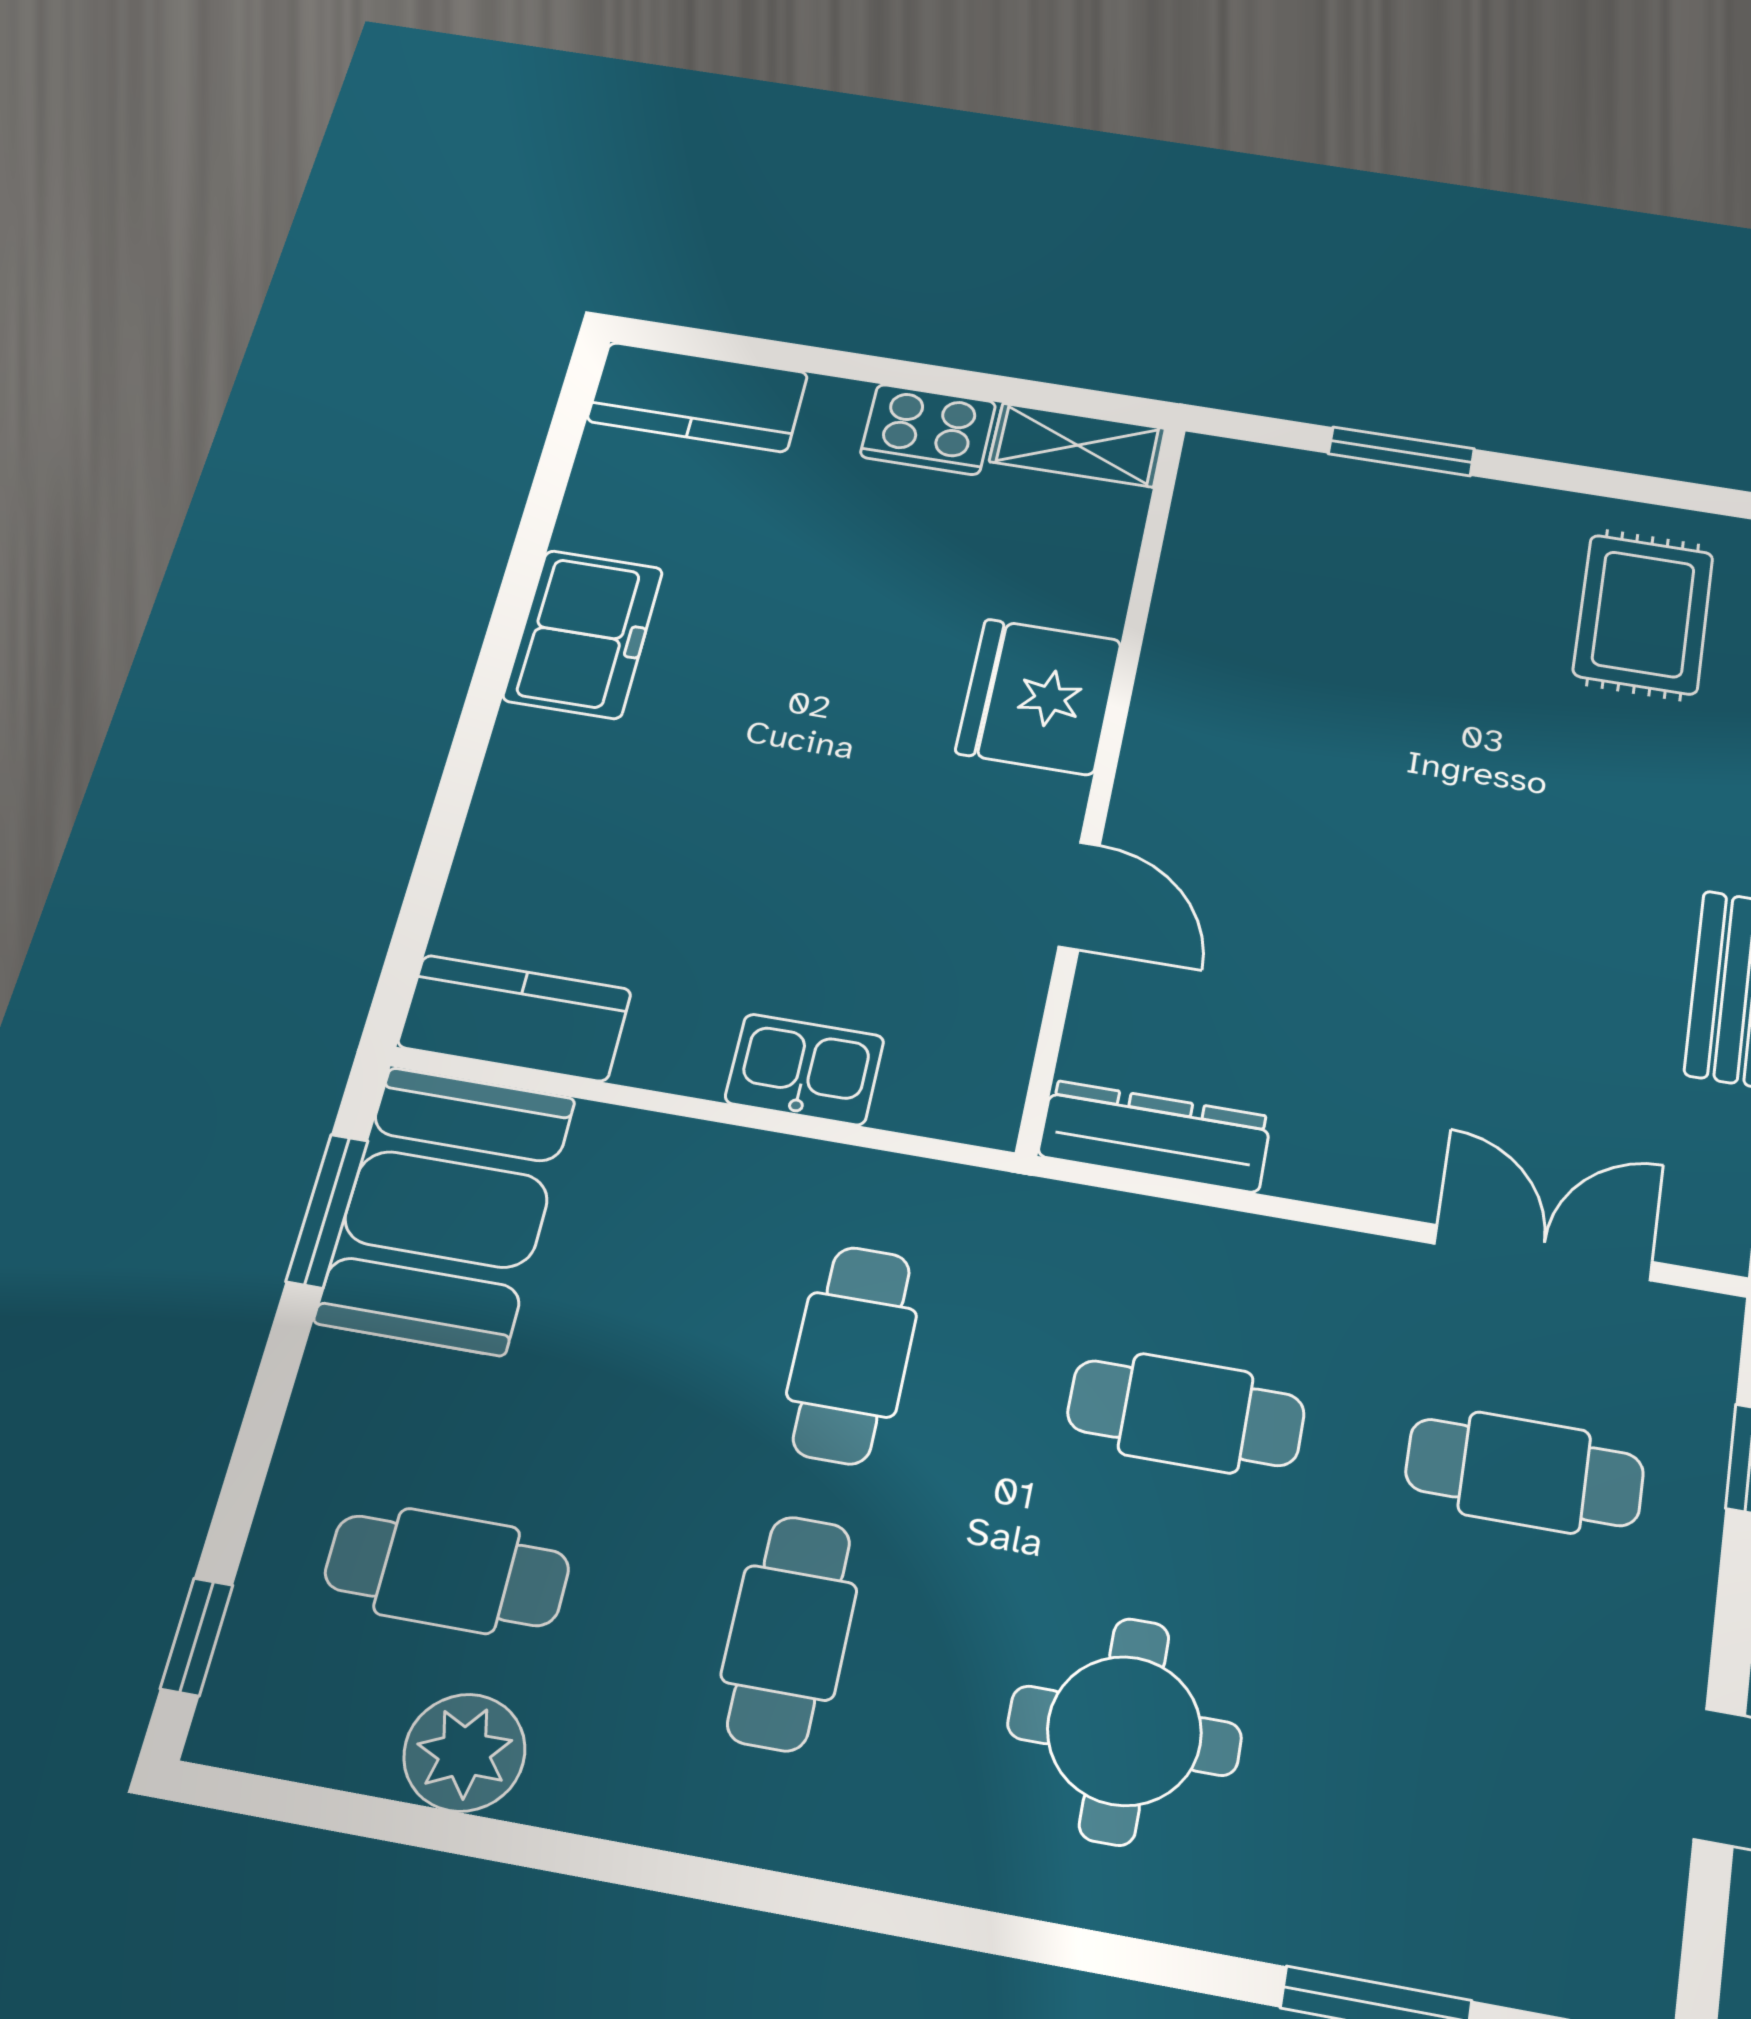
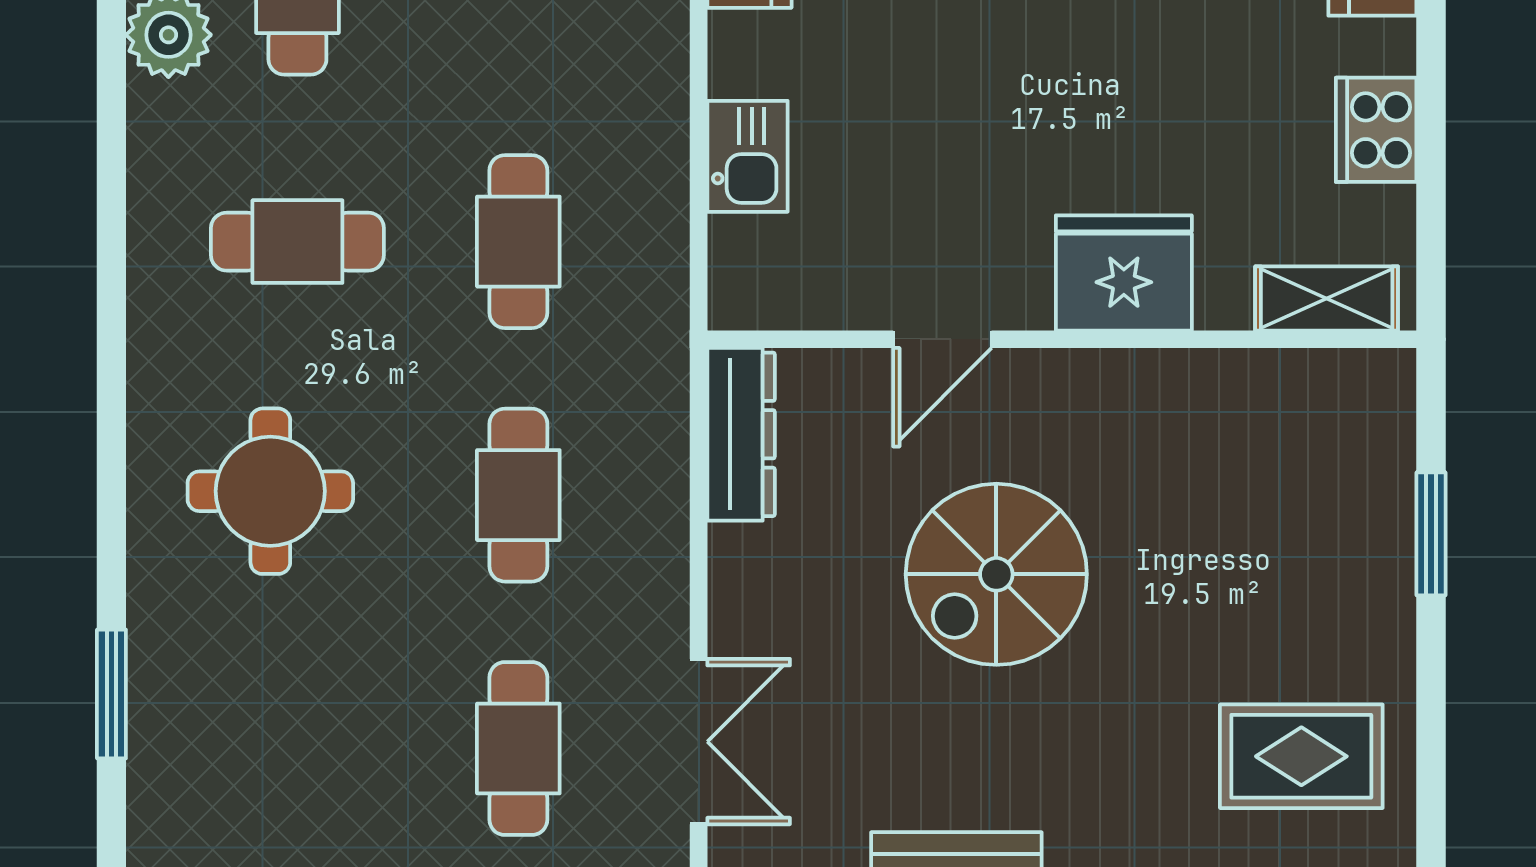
shelving: (1078, 445) -> (1327, 298), moved, turned 90
spiral stairs: (1379, 886) -> (996, 574), added
cafe table: (852, 1355) -> (518, 242), turned 90

